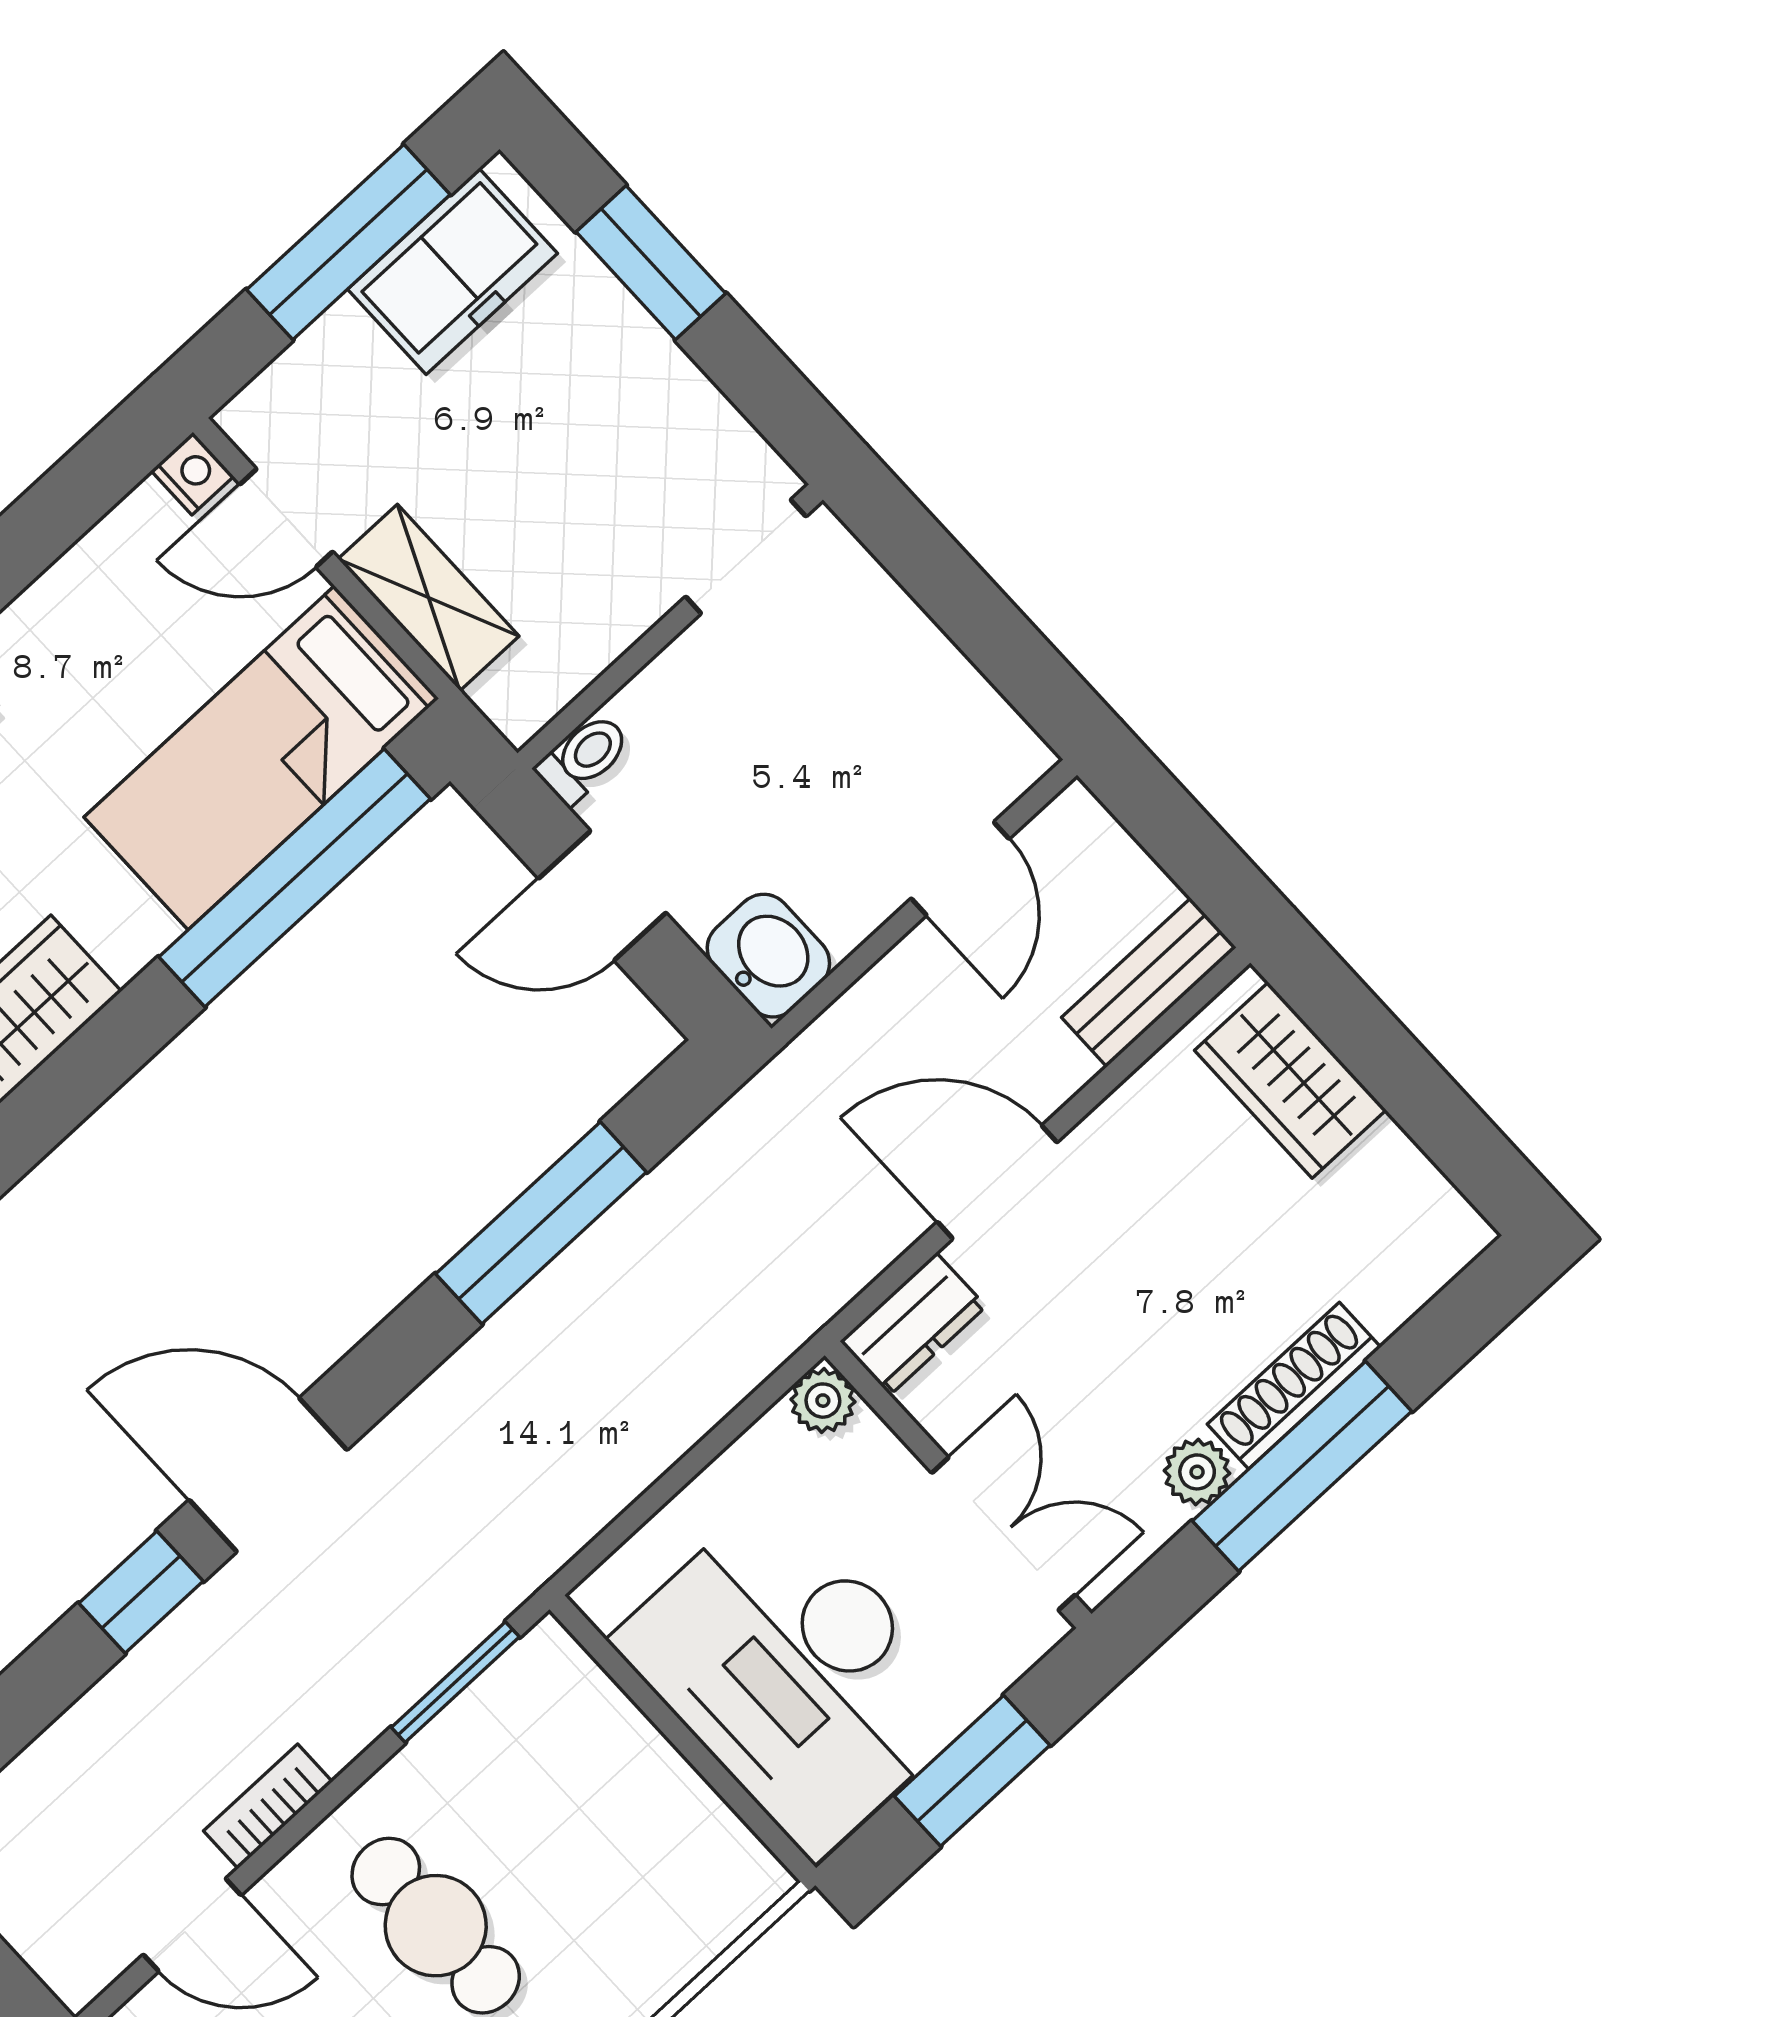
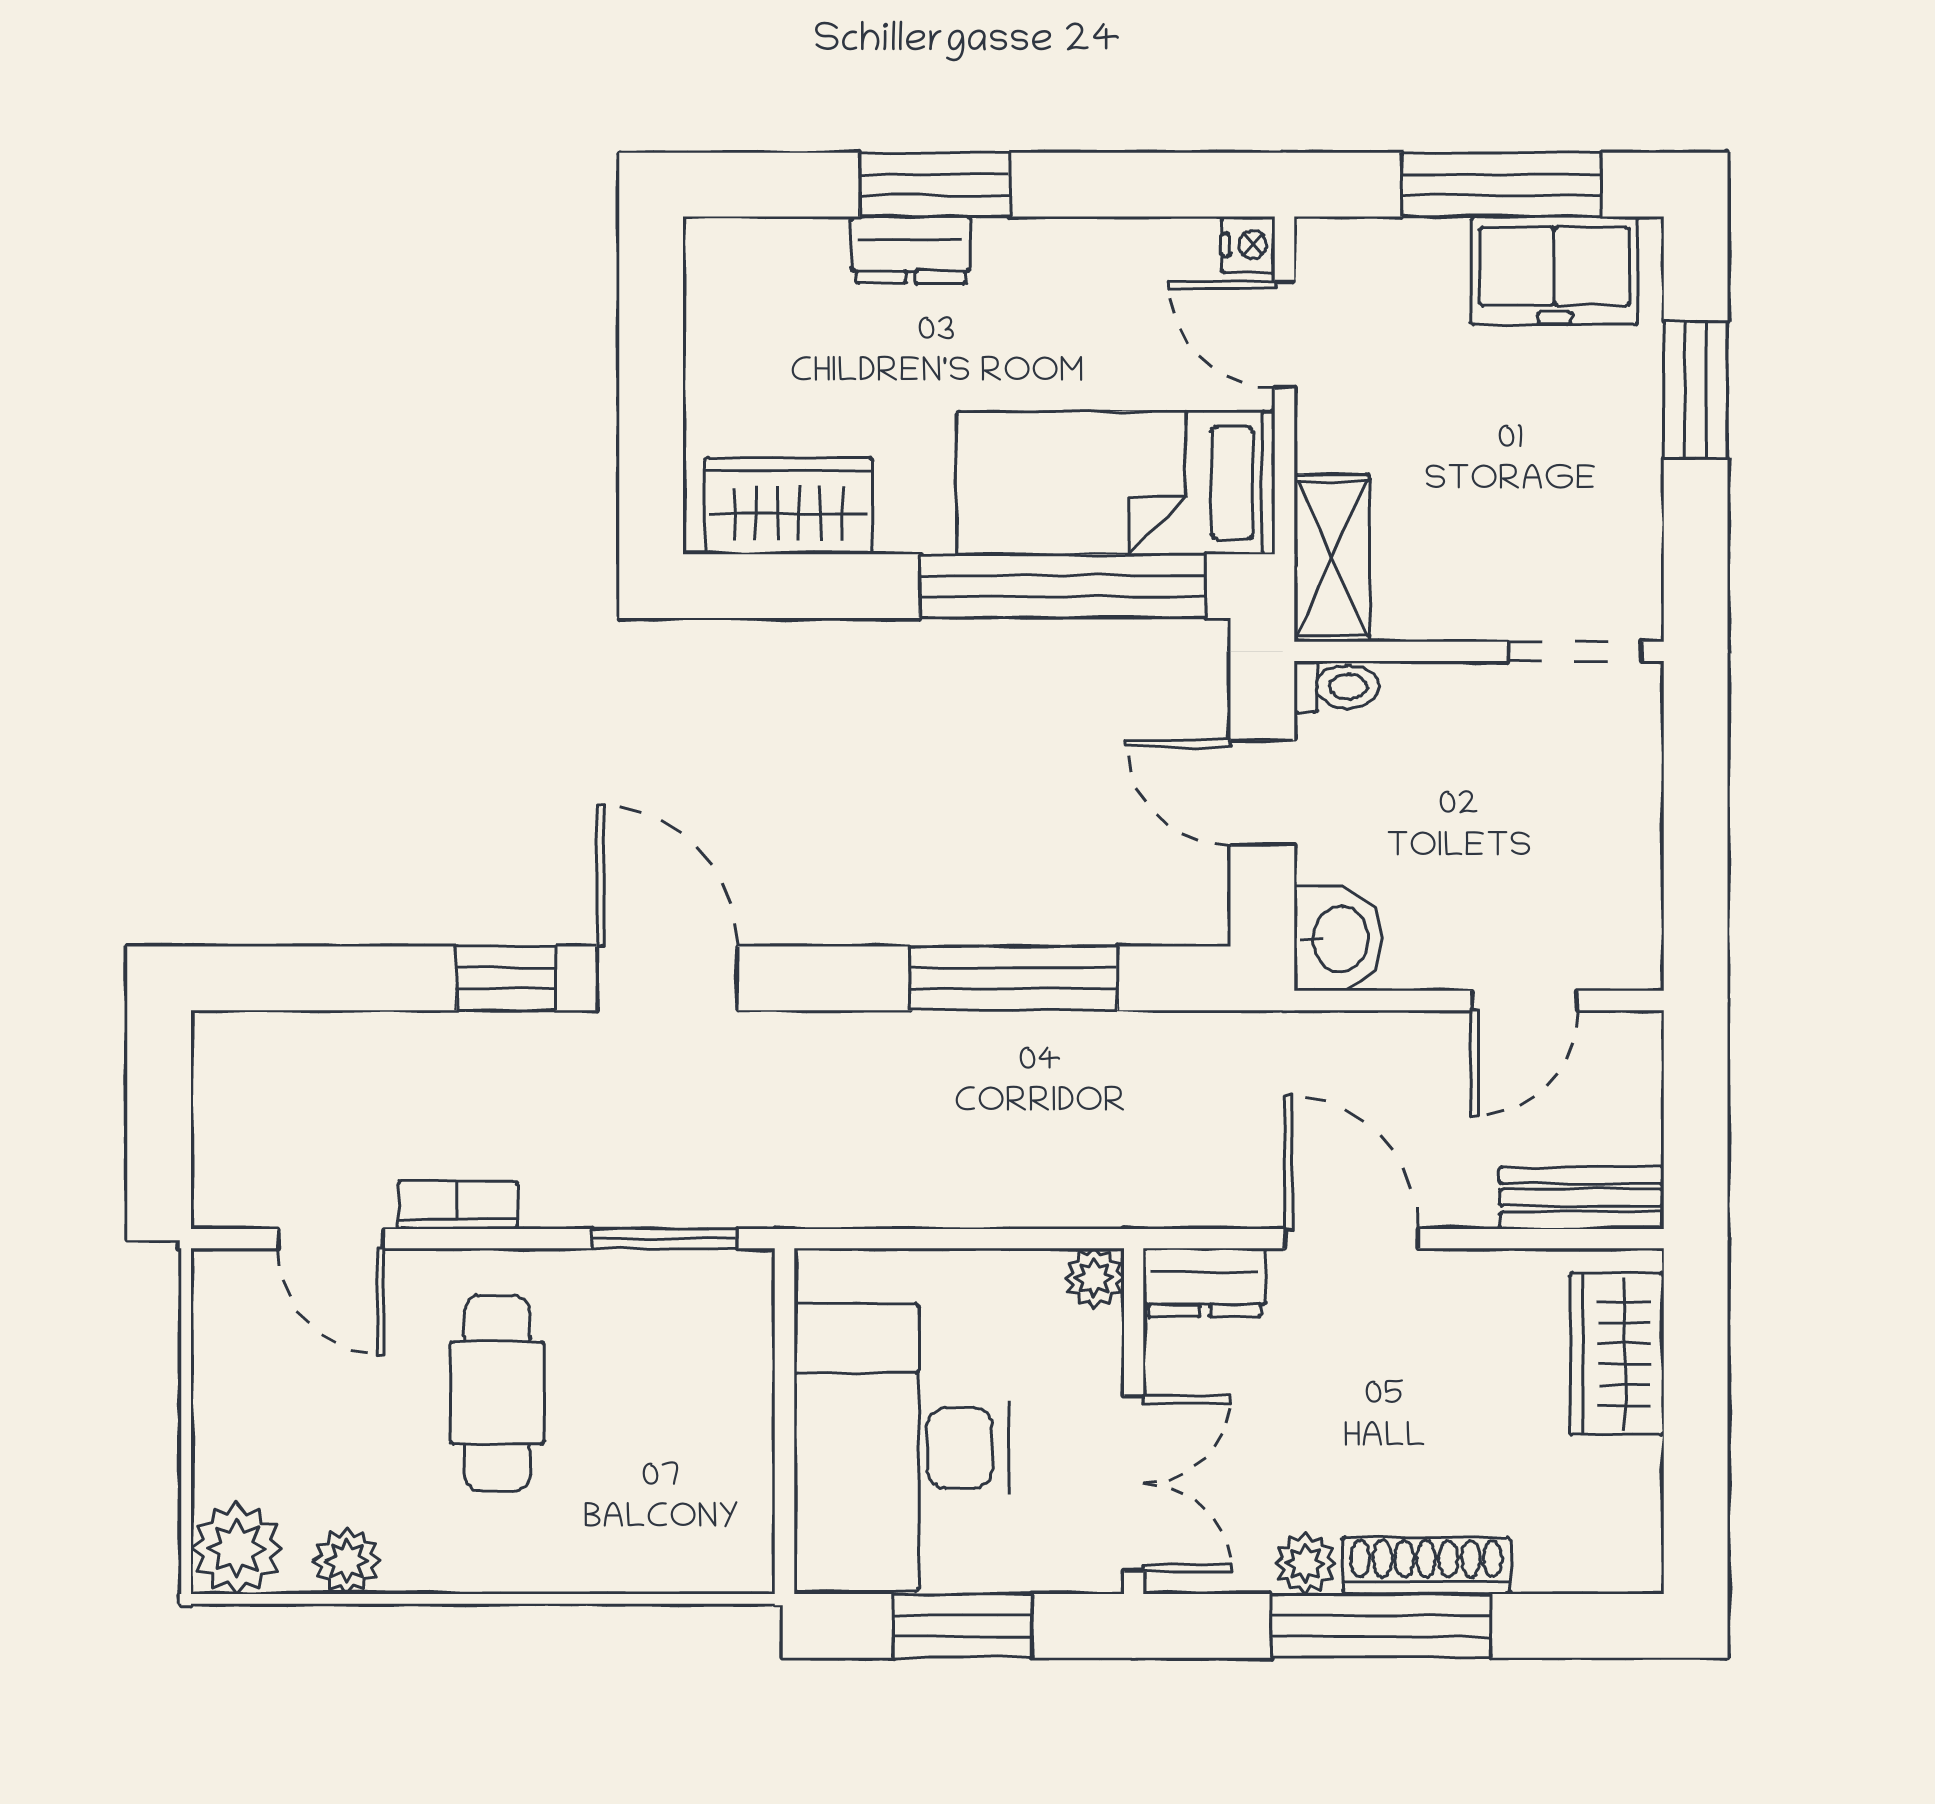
shelving: (429, 598) -> (1332, 558), moved

